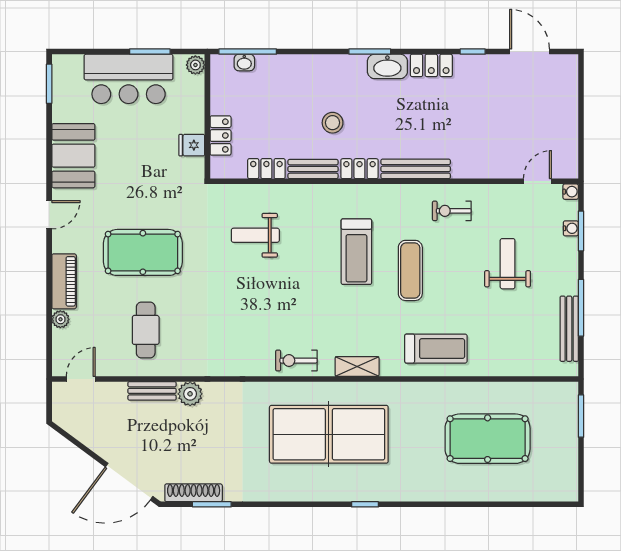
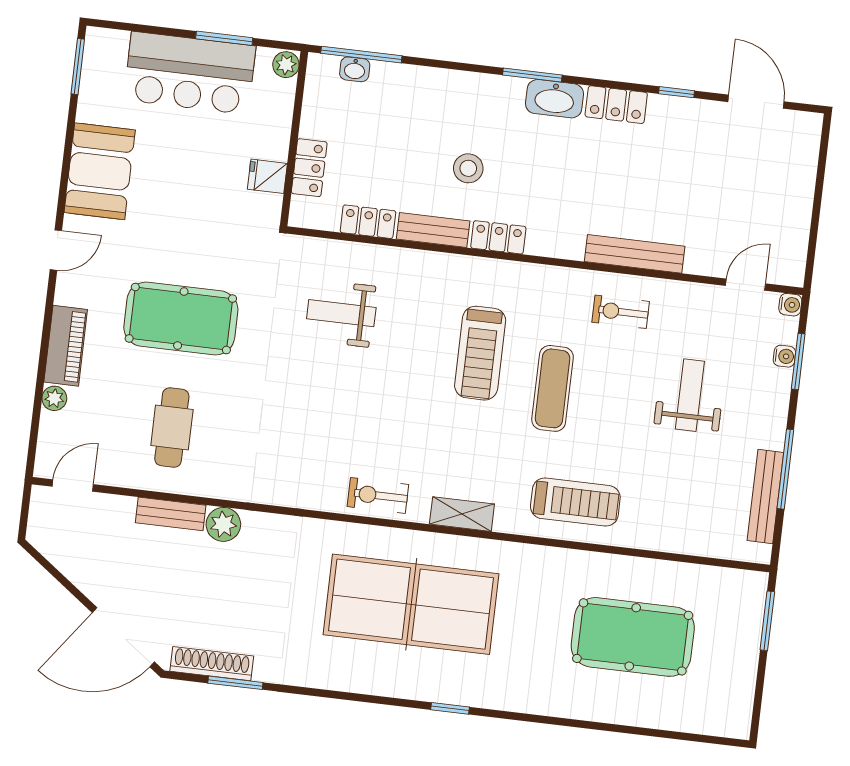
bench: (416, 169) -> (635, 254), moved

